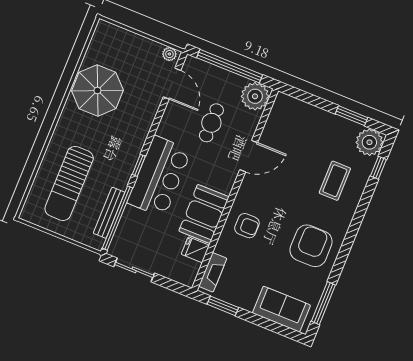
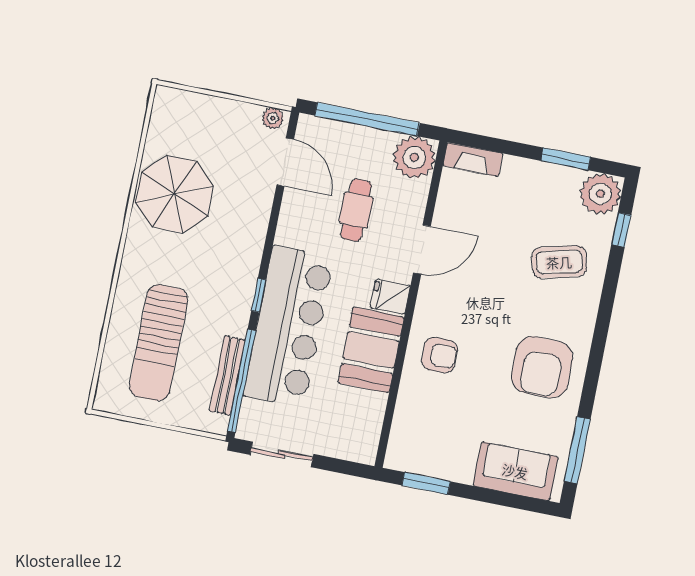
bar counter: (159, 176) -> (289, 326), width x1.36
coffee table: (335, 181) -> (559, 262), turned 76
armchair: (311, 246) -> (542, 367), turned 180
fridge: (195, 250) -> (390, 297), moved
fireplace: (213, 272) -> (473, 160), moved, turned 90

